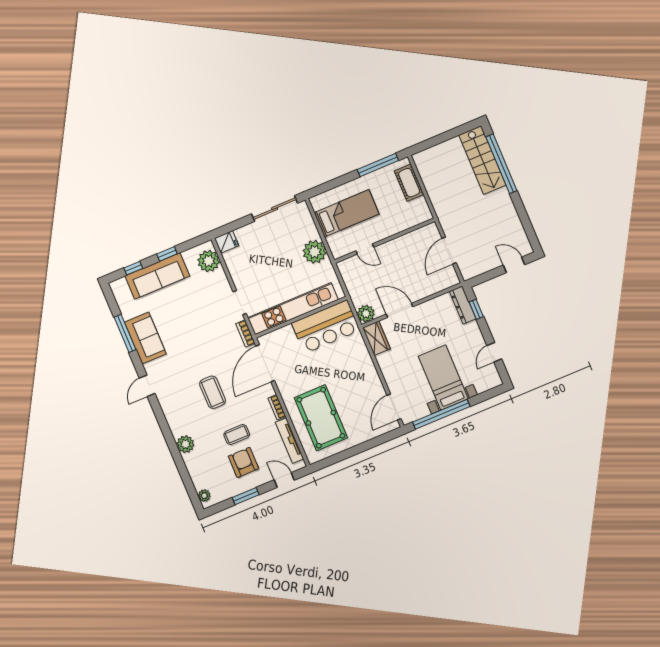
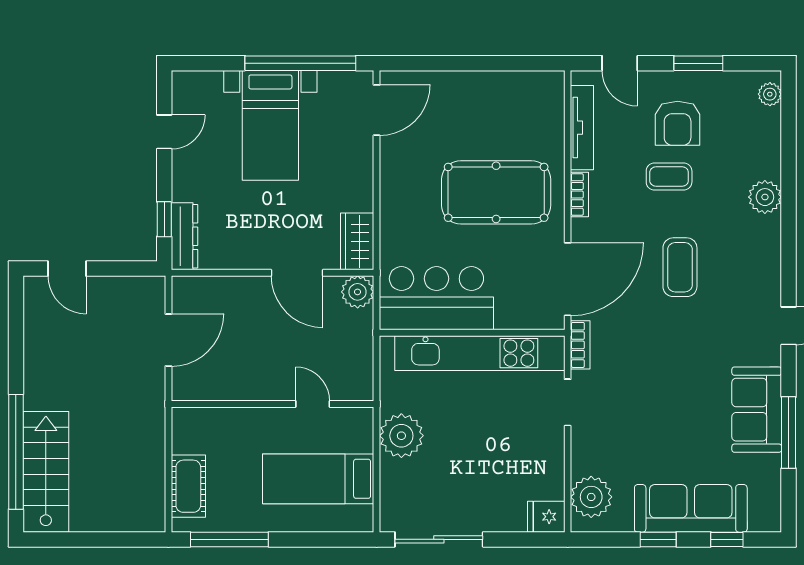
pool table: (321, 418) -> (496, 192), moved, turned 90

